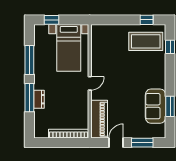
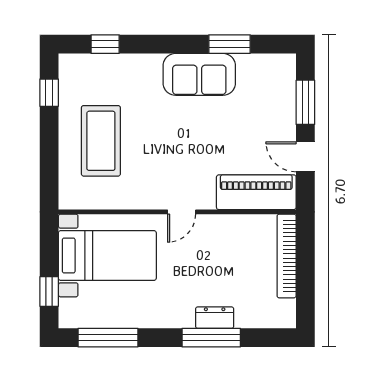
coffee table: (146, 41) -> (101, 141), moved
window: (29, 60) -> (108, 338), moved
door: (90, 83) -> (182, 212), swing flipped
sofa: (156, 106) -> (199, 74), moved

